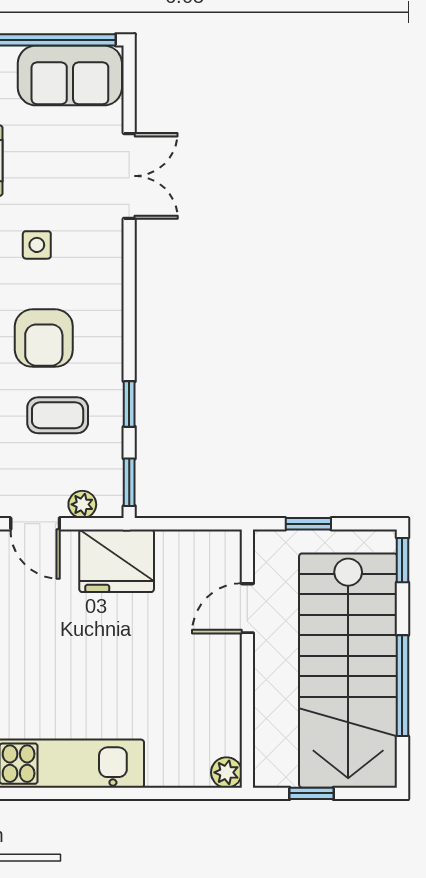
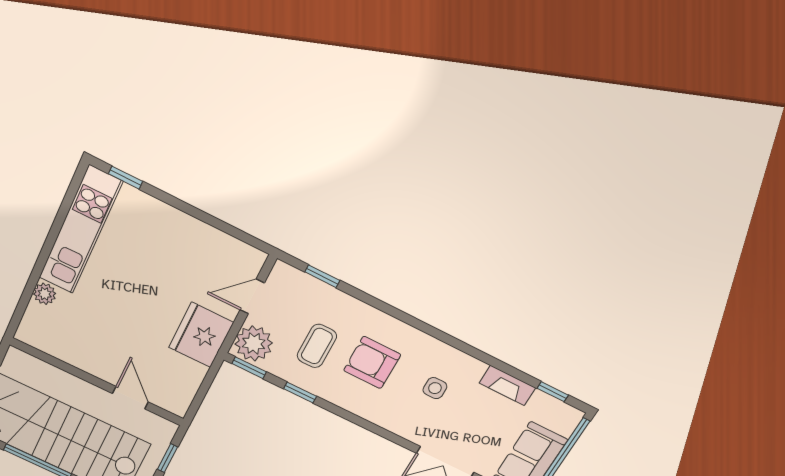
plant: (82, 504) -> (254, 343), width x1.87, depth x1.87
plant: (226, 772) -> (45, 294), moved

